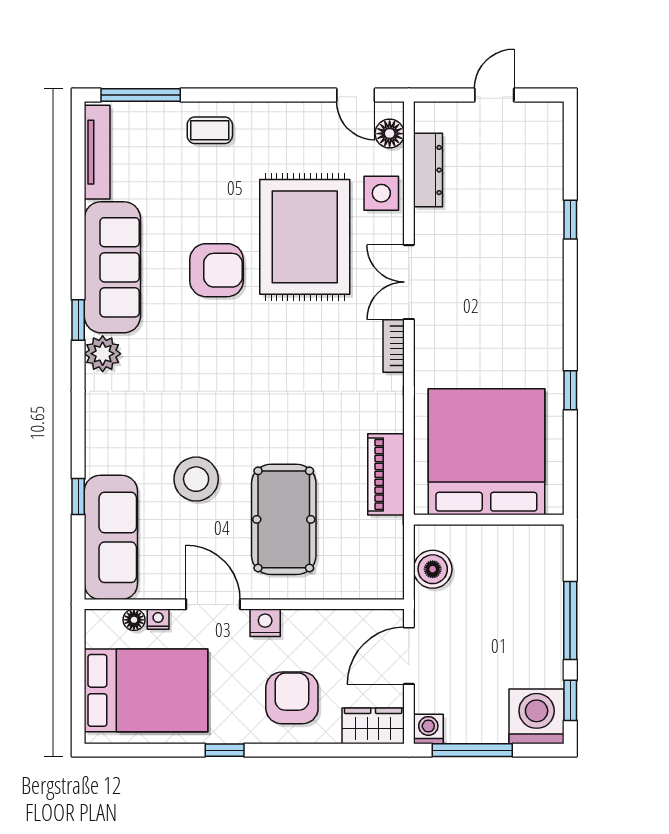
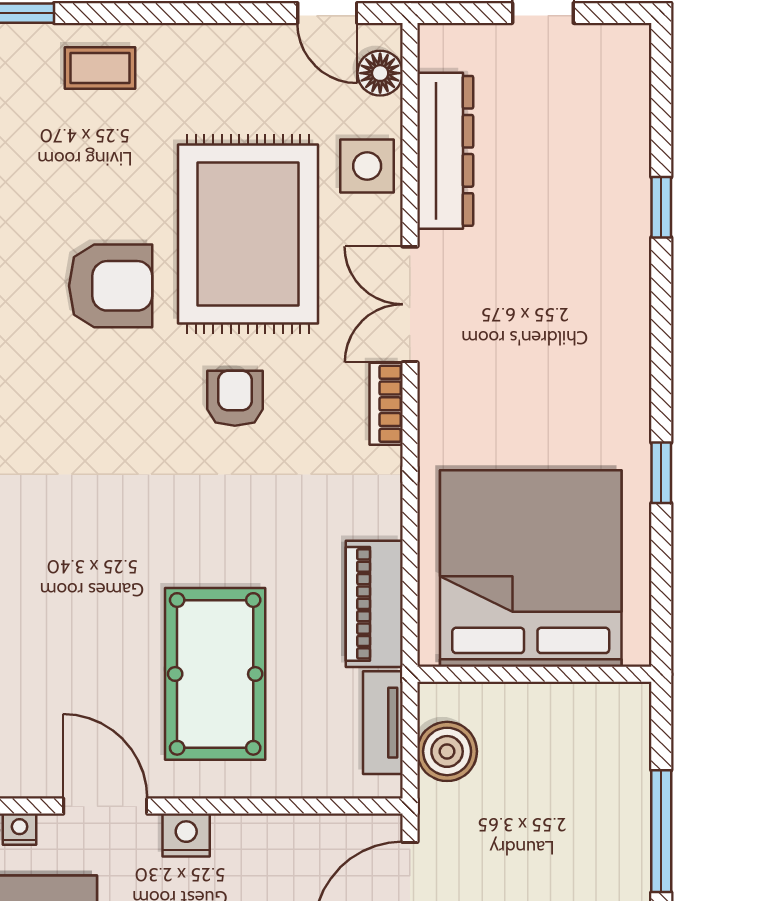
dresser: (428, 170) -> (445, 151), width x1.37, depth x1.24
armchair: (296, 342) -> (235, 398), added
stool: (196, 479) -> (79, 611), removed
tv unit: (391, 551) -> (383, 723), added

